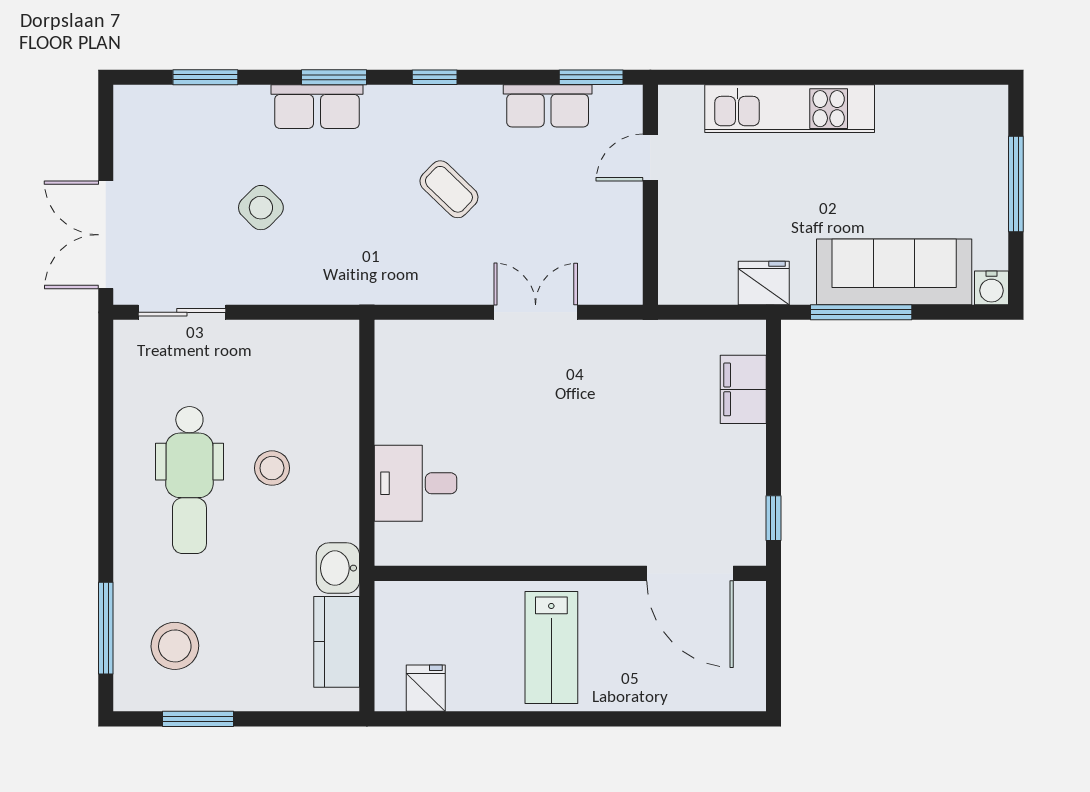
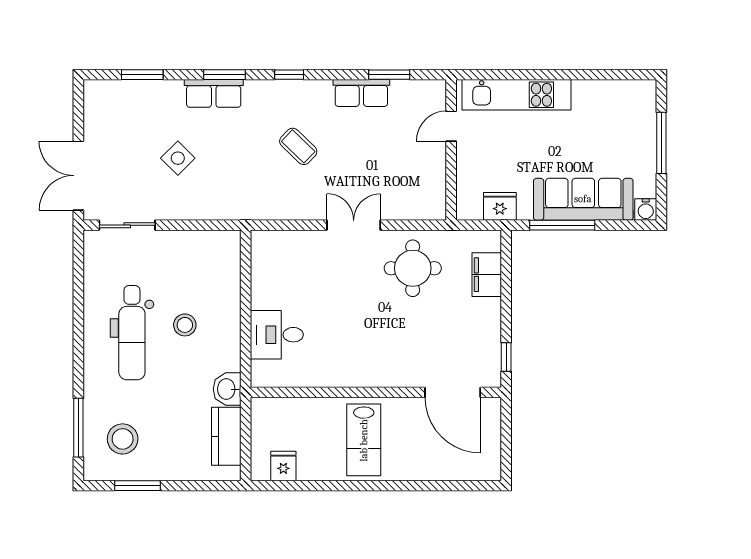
door: (650, 158) -> (451, 126), moved
wall: (650, 195) -> (451, 150), moved
round table: (628, 379) -> (413, 268), added

